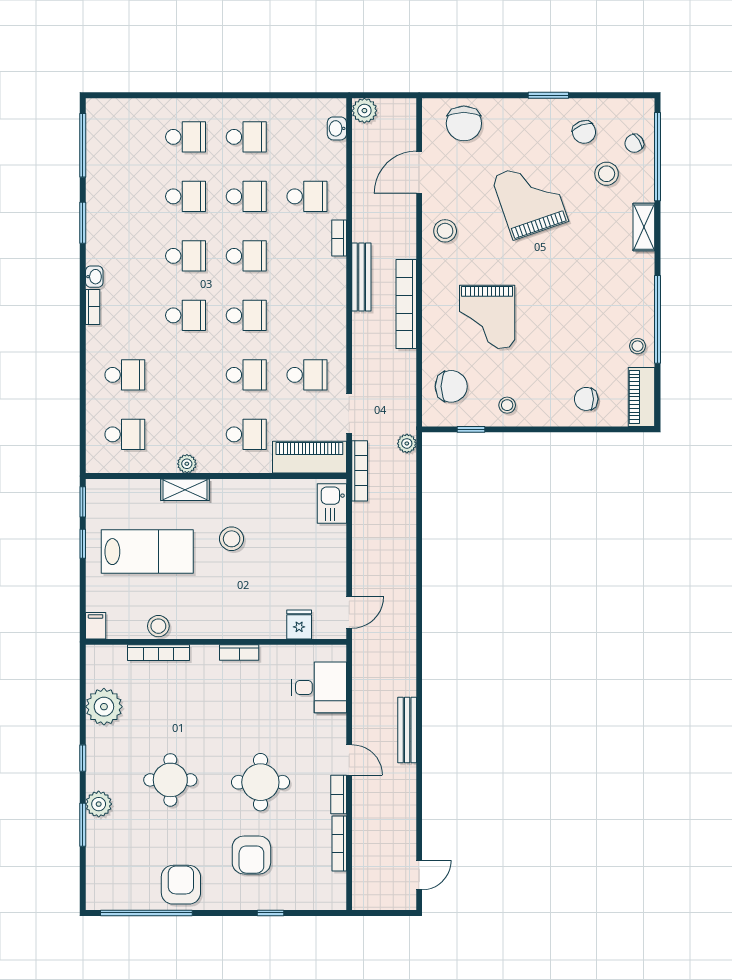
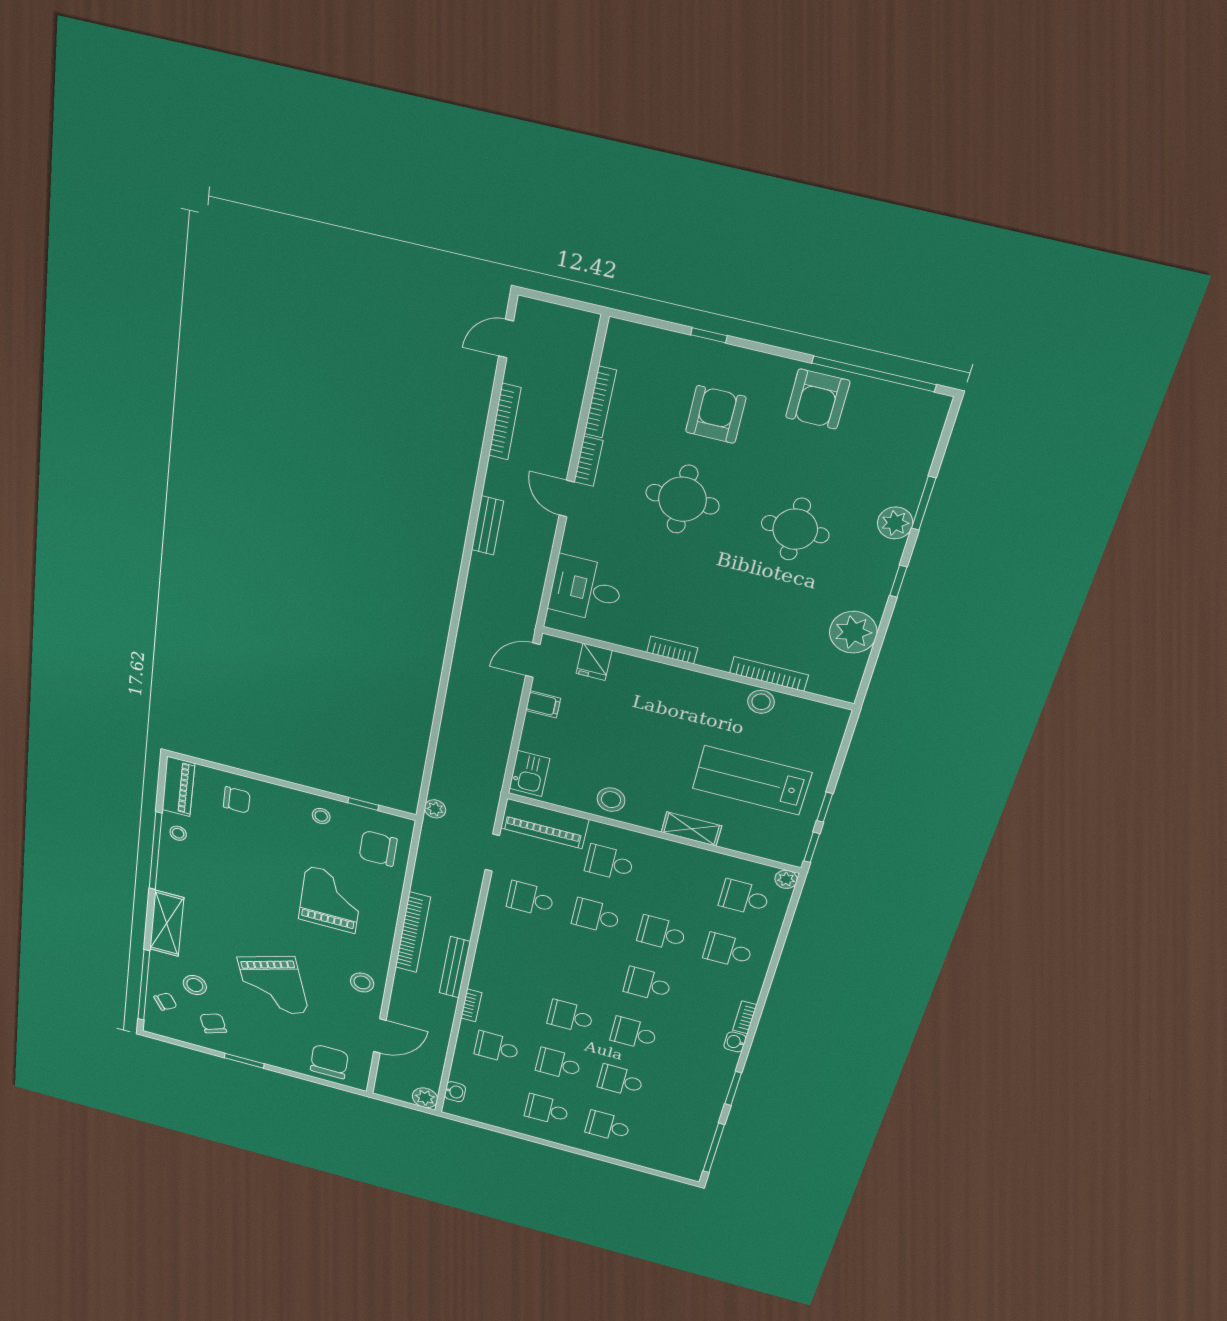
shelving: (644, 227) -> (167, 923), width x1.50, depth x1.33
school desk: (246, 315) -> (662, 933), moved
plant: (187, 464) -> (786, 879), moved
bookcase: (360, 471) -> (505, 422), moved, turned 180
stool: (232, 539) -> (611, 800), moved
filing cabinet: (96, 626) -> (543, 704), moved, turned -90
bench: (407, 730) -> (487, 525), width x0.73

